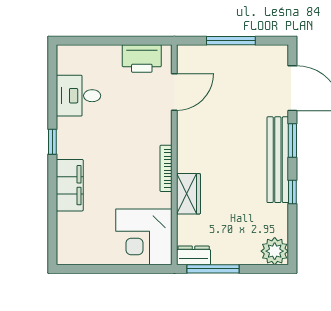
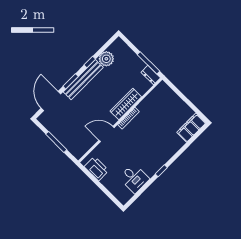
door: (174, 92) -> (107, 134), moved
filing cabinet: (70, 185) -> (191, 128), moved
wardrobe: (189, 194) -> (126, 104), width x1.50
corner desk: (144, 237) -> (162, 101), removed
plant: (275, 251) -> (106, 59), moved

